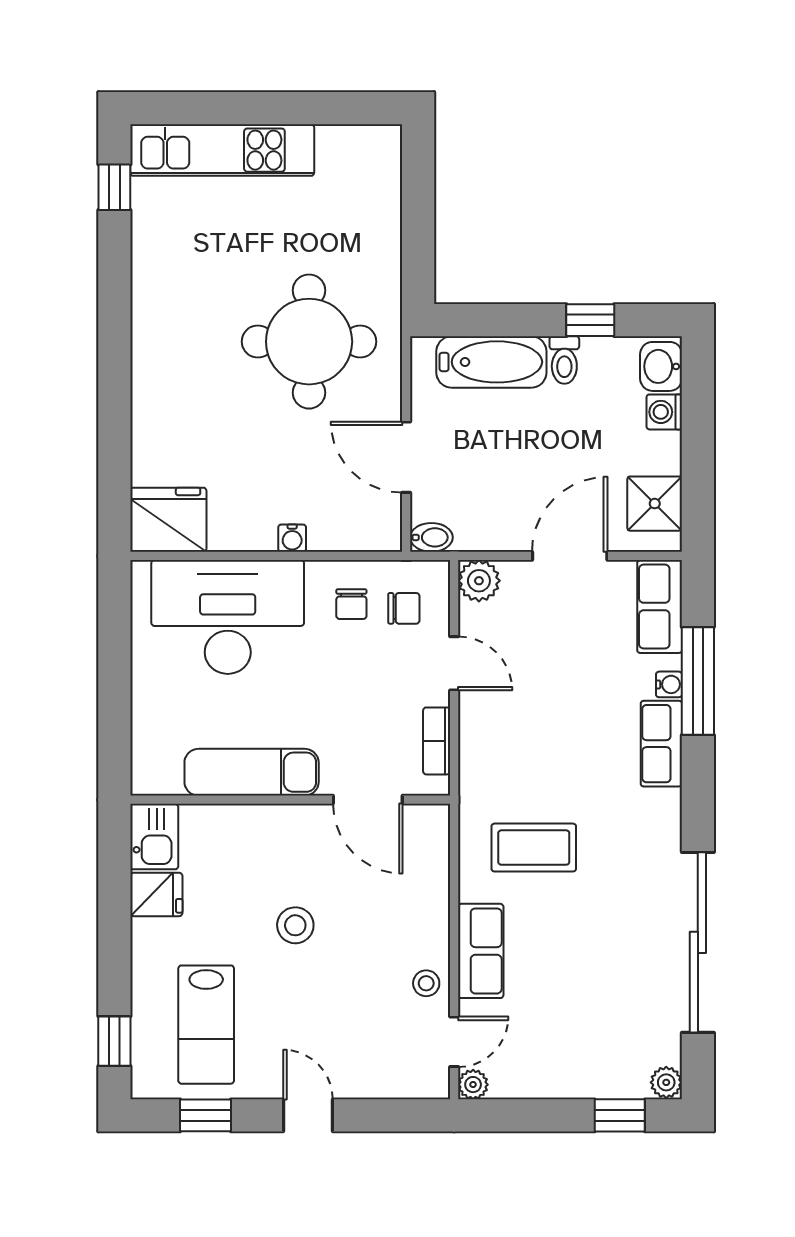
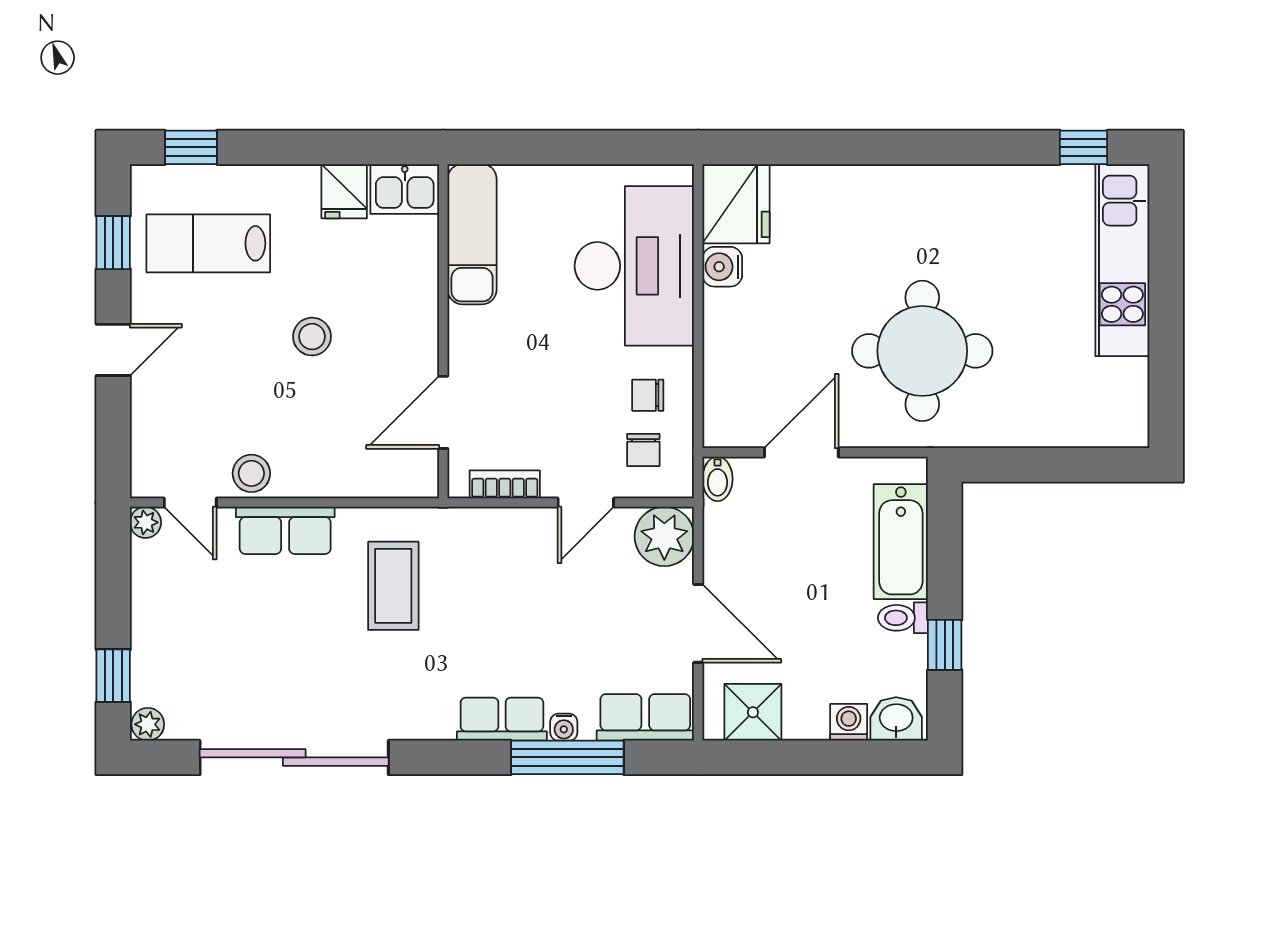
water cooler: (292, 538) -> (722, 267), moved, width x1.38, depth x1.38
plant: (479, 581) -> (664, 536), width x1.36, depth x1.36
exam couch: (252, 772) -> (472, 234), moved
stool: (426, 983) -> (251, 473), width x1.37, depth x1.37

